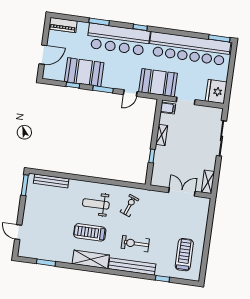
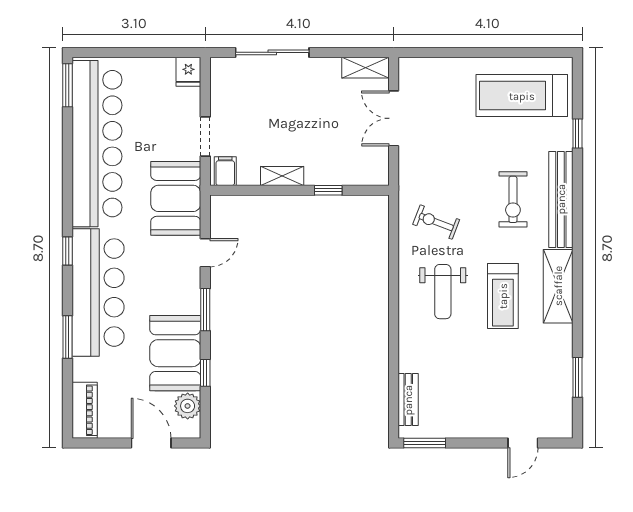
plant: (58, 74) -> (188, 406), added
fridge: (216, 92) -> (188, 72), width x0.53, depth x0.75
door: (130, 93) -> (205, 253), hinge flipped
bench: (51, 181) -> (408, 400), width x0.73
treadmill: (184, 255) -> (522, 96), width x1.37, depth x1.38

